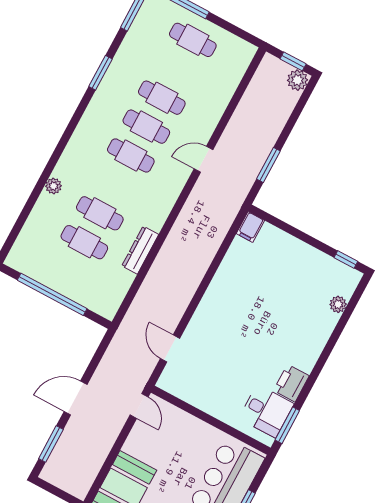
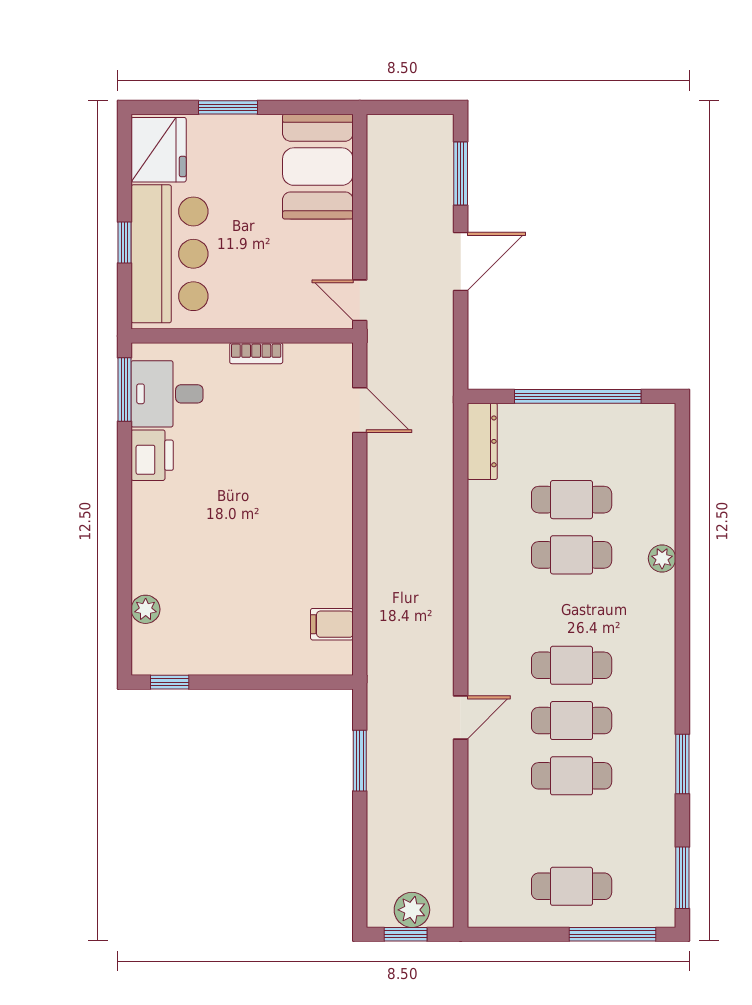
plant: (297, 80) -> (412, 910), moved
filing cabinet: (250, 227) -> (332, 624), moved, turned -90
dresser: (140, 250) -> (482, 441), moved
bookcase: (208, 407) -> (256, 353), added

